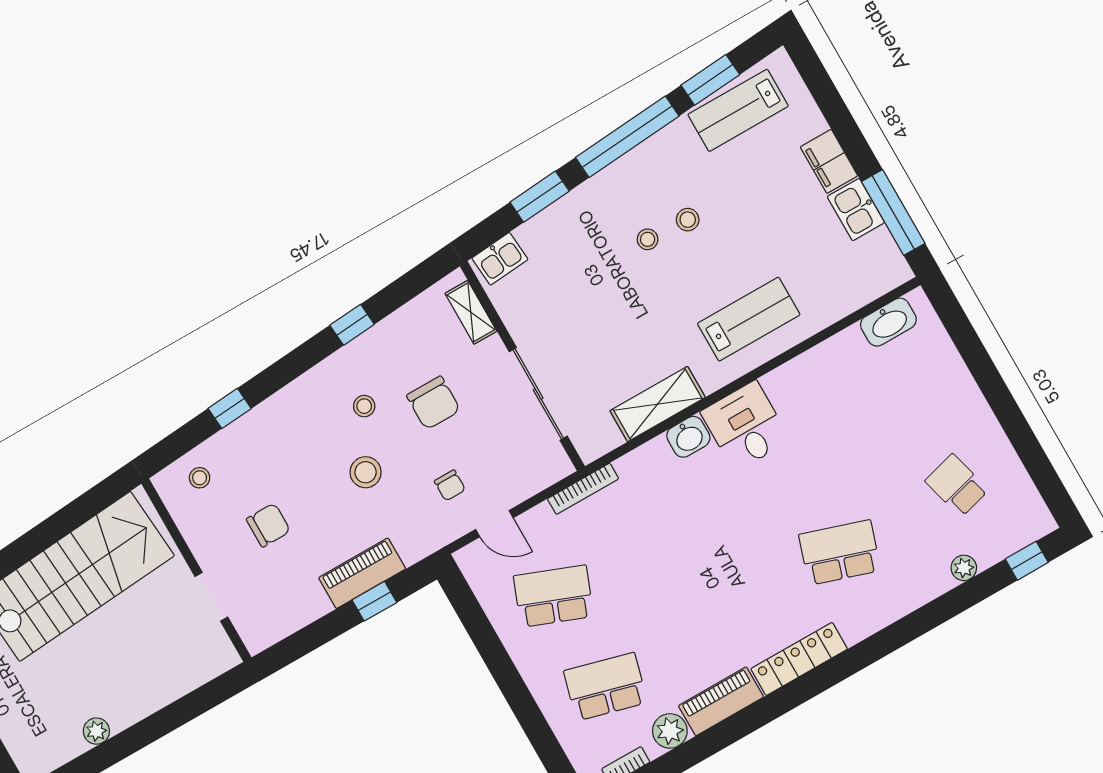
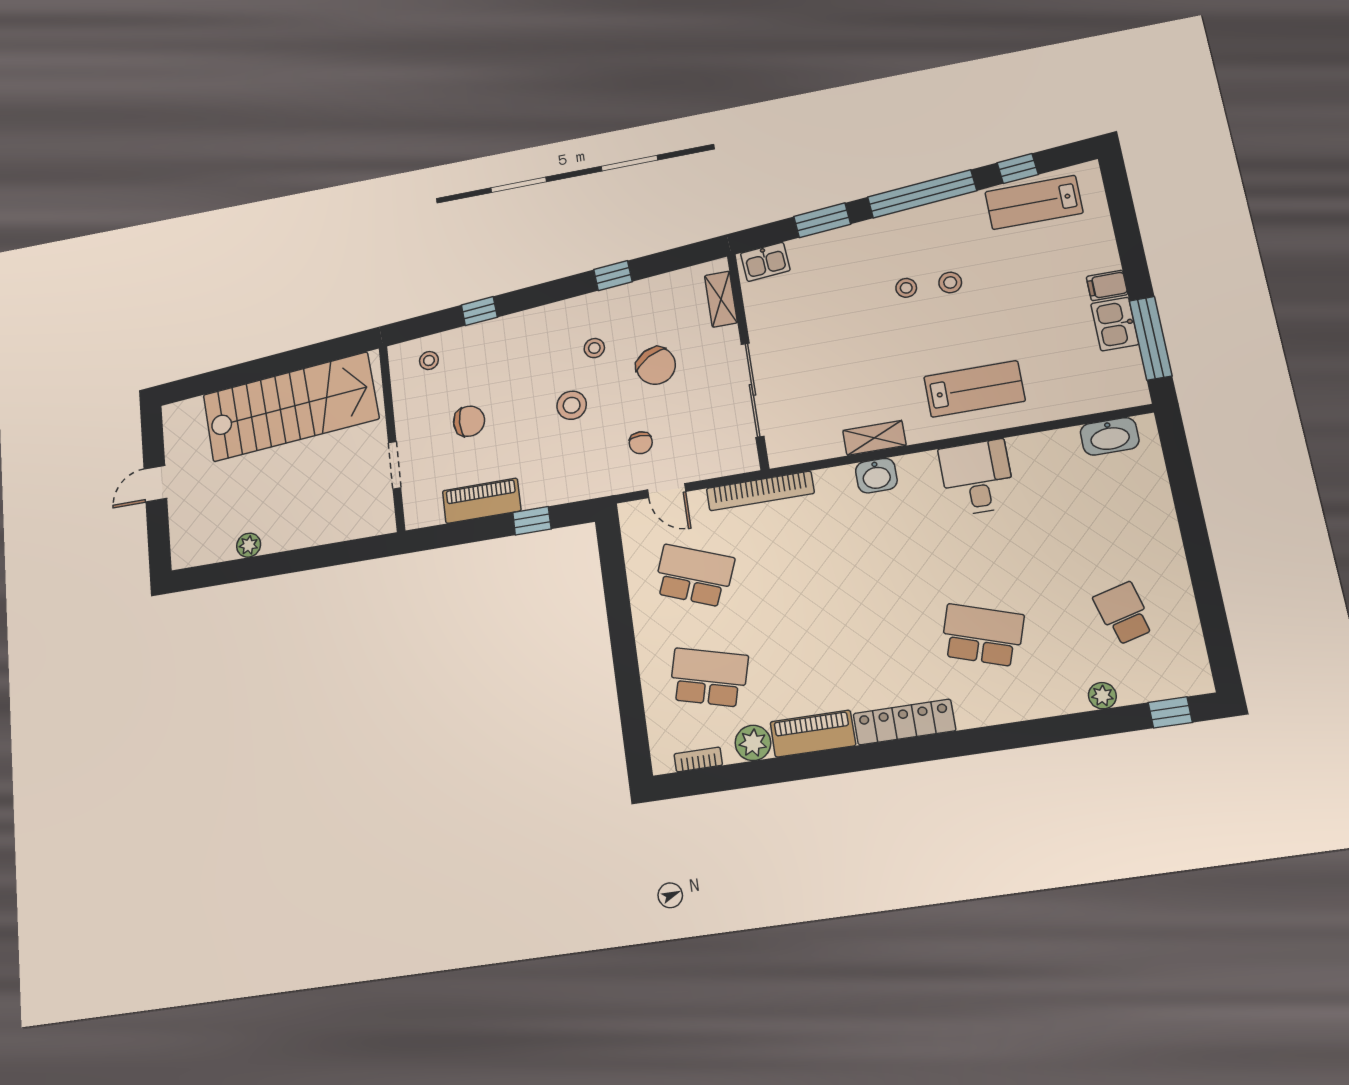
window: (710, 80) -> (1018, 169), width x0.67
filing cabinet: (829, 161) -> (1107, 285), width x0.50
chair: (433, 403) -> (656, 366), turned -30
shelving: (658, 404) -> (874, 438), width x0.67, depth x0.75
desk: (745, 426) -> (977, 477), moved
bookcase: (583, 489) -> (760, 491), width x1.48, depth x1.31
piano: (362, 573) -> (482, 501), moved

